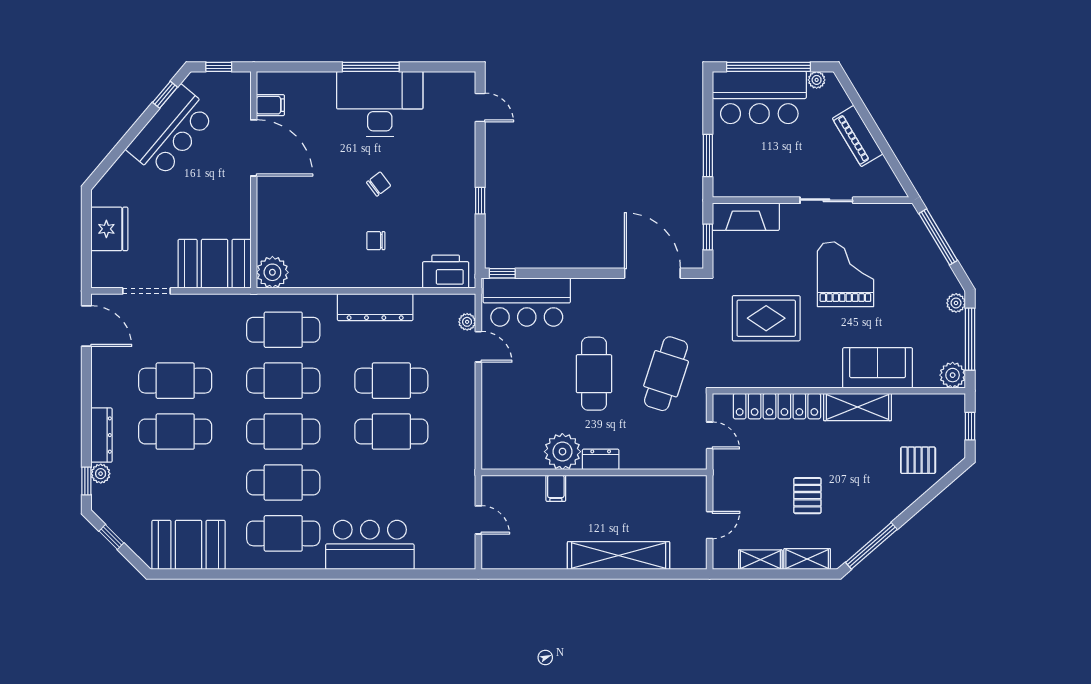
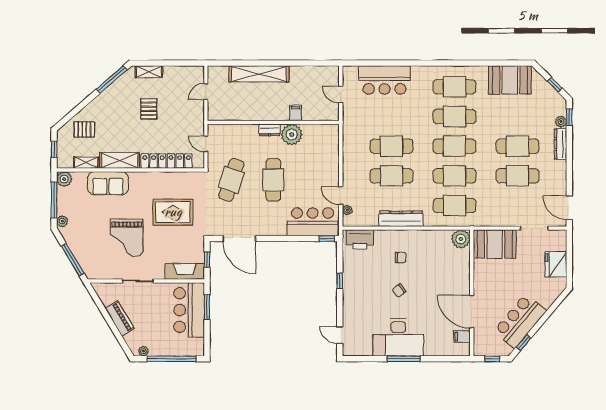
bar counter: (759, 97) -> (189, 310), moved, turned -90
bar counter: (370, 545) -> (385, 80), moved
shelving: (760, 560) -> (86, 163), moved

